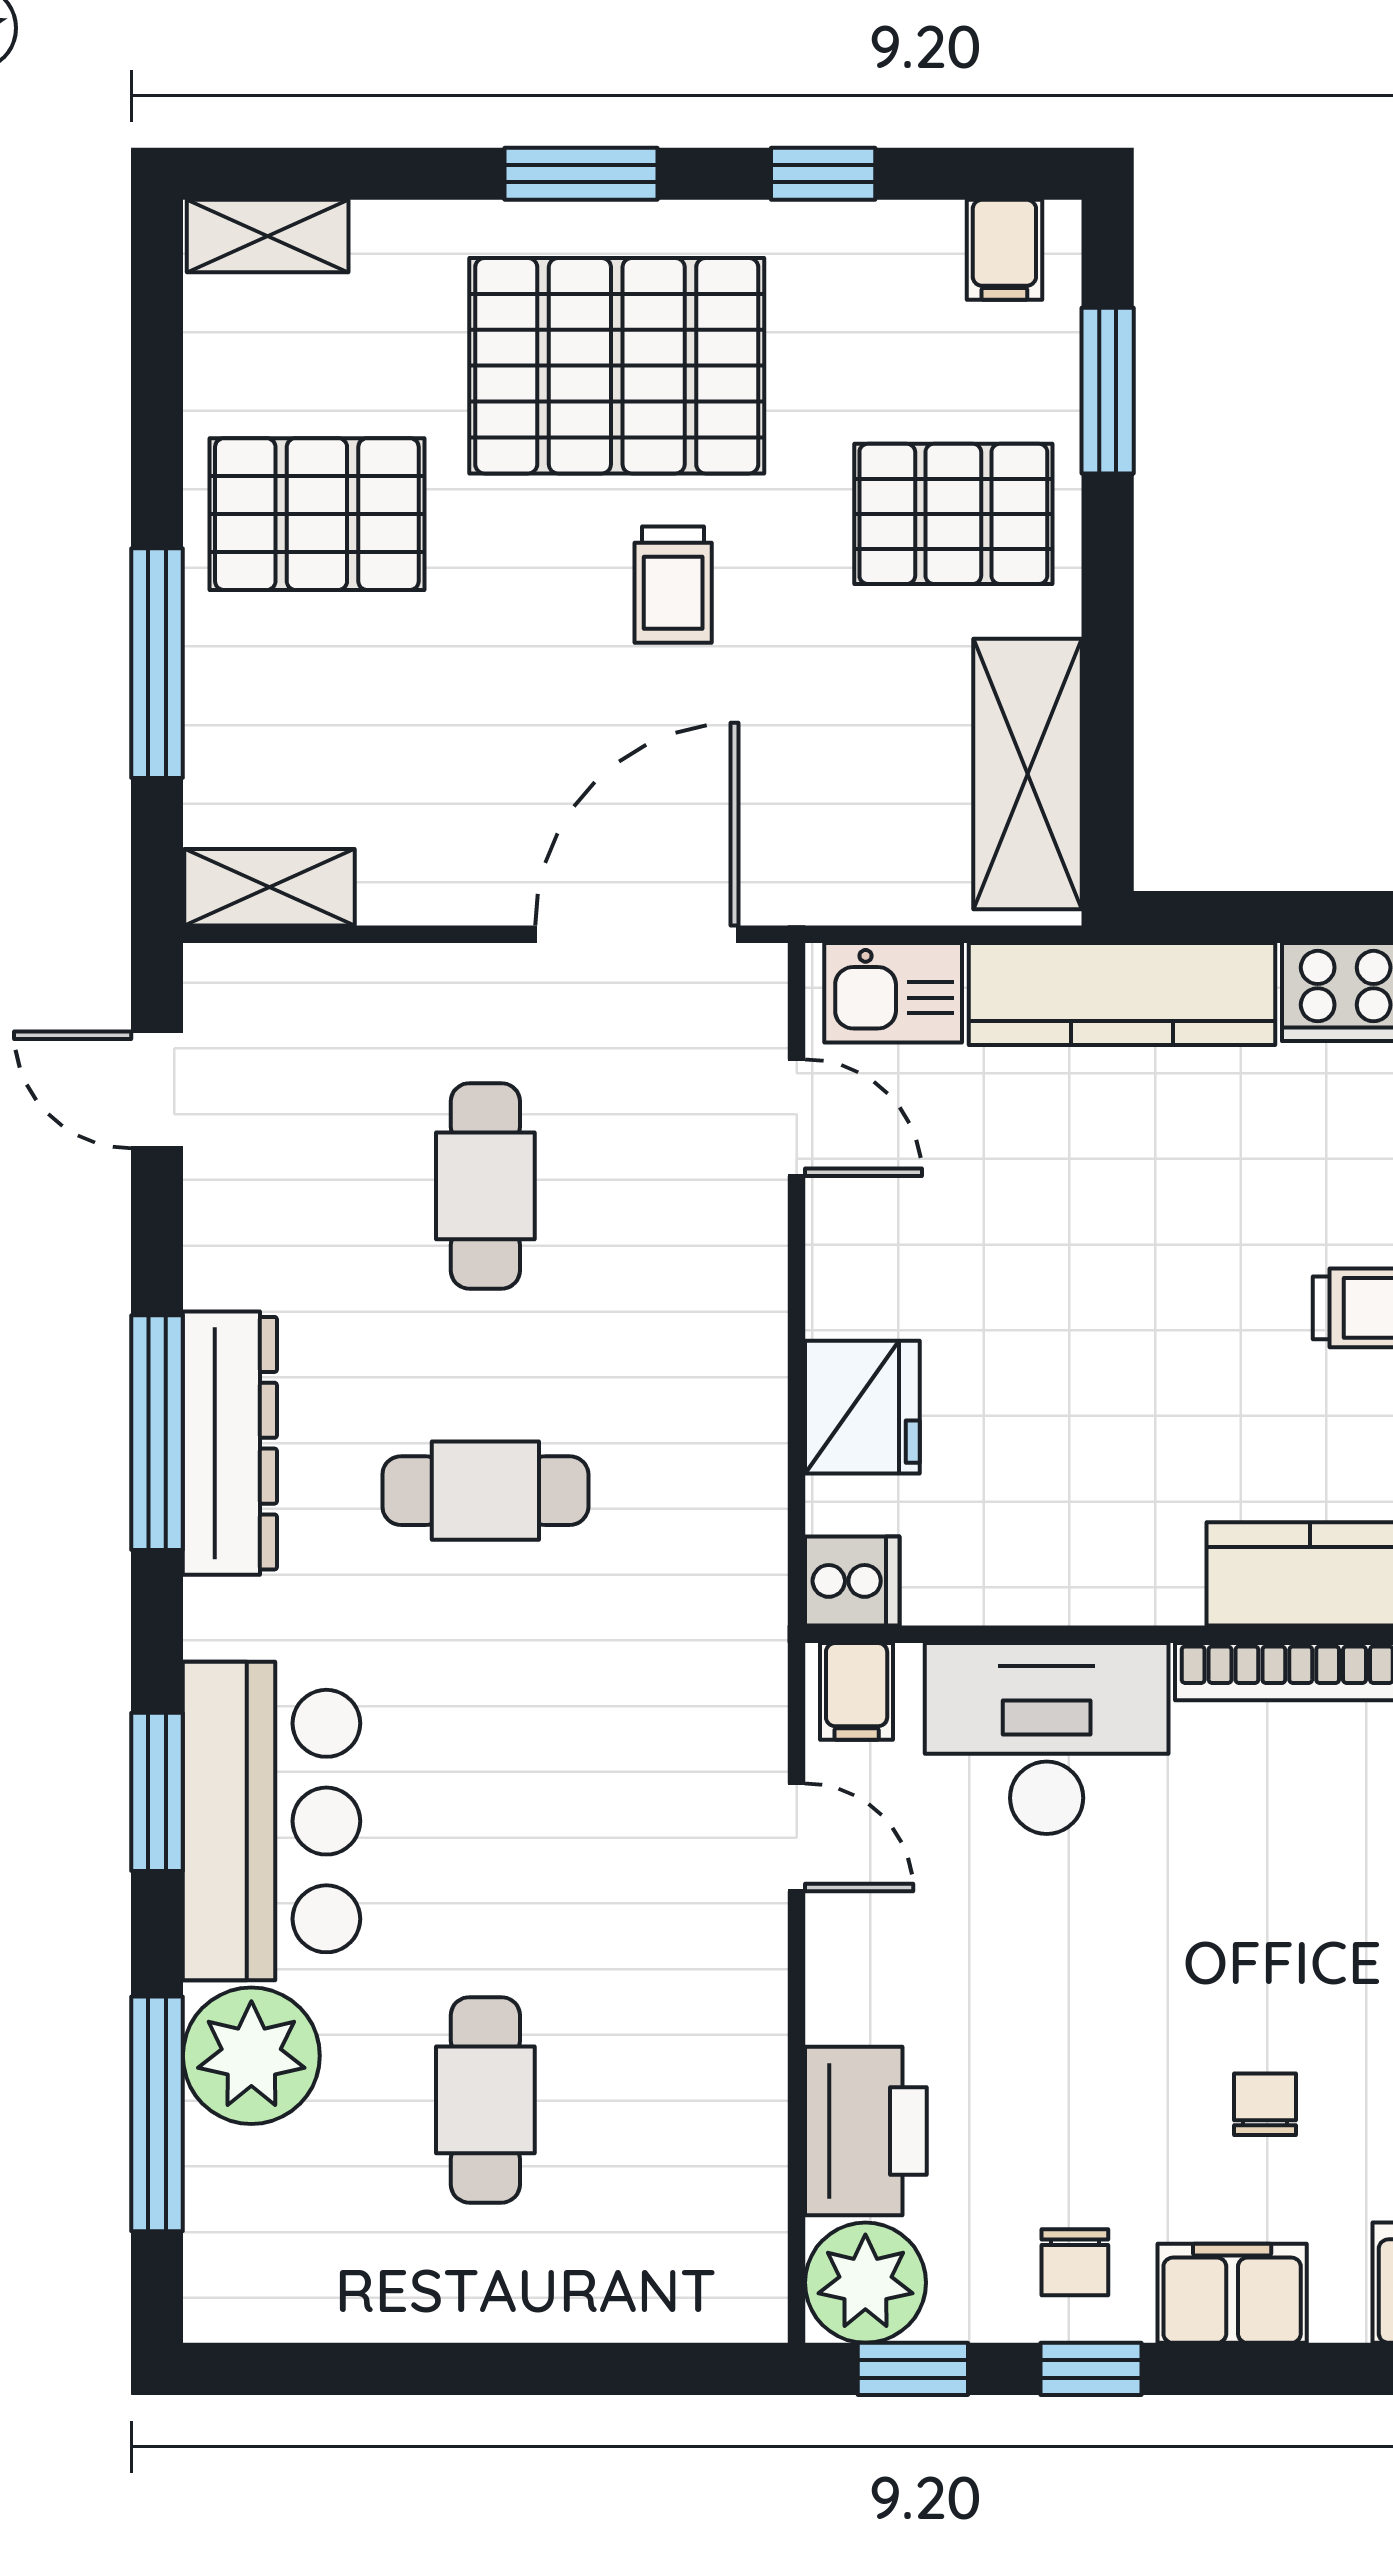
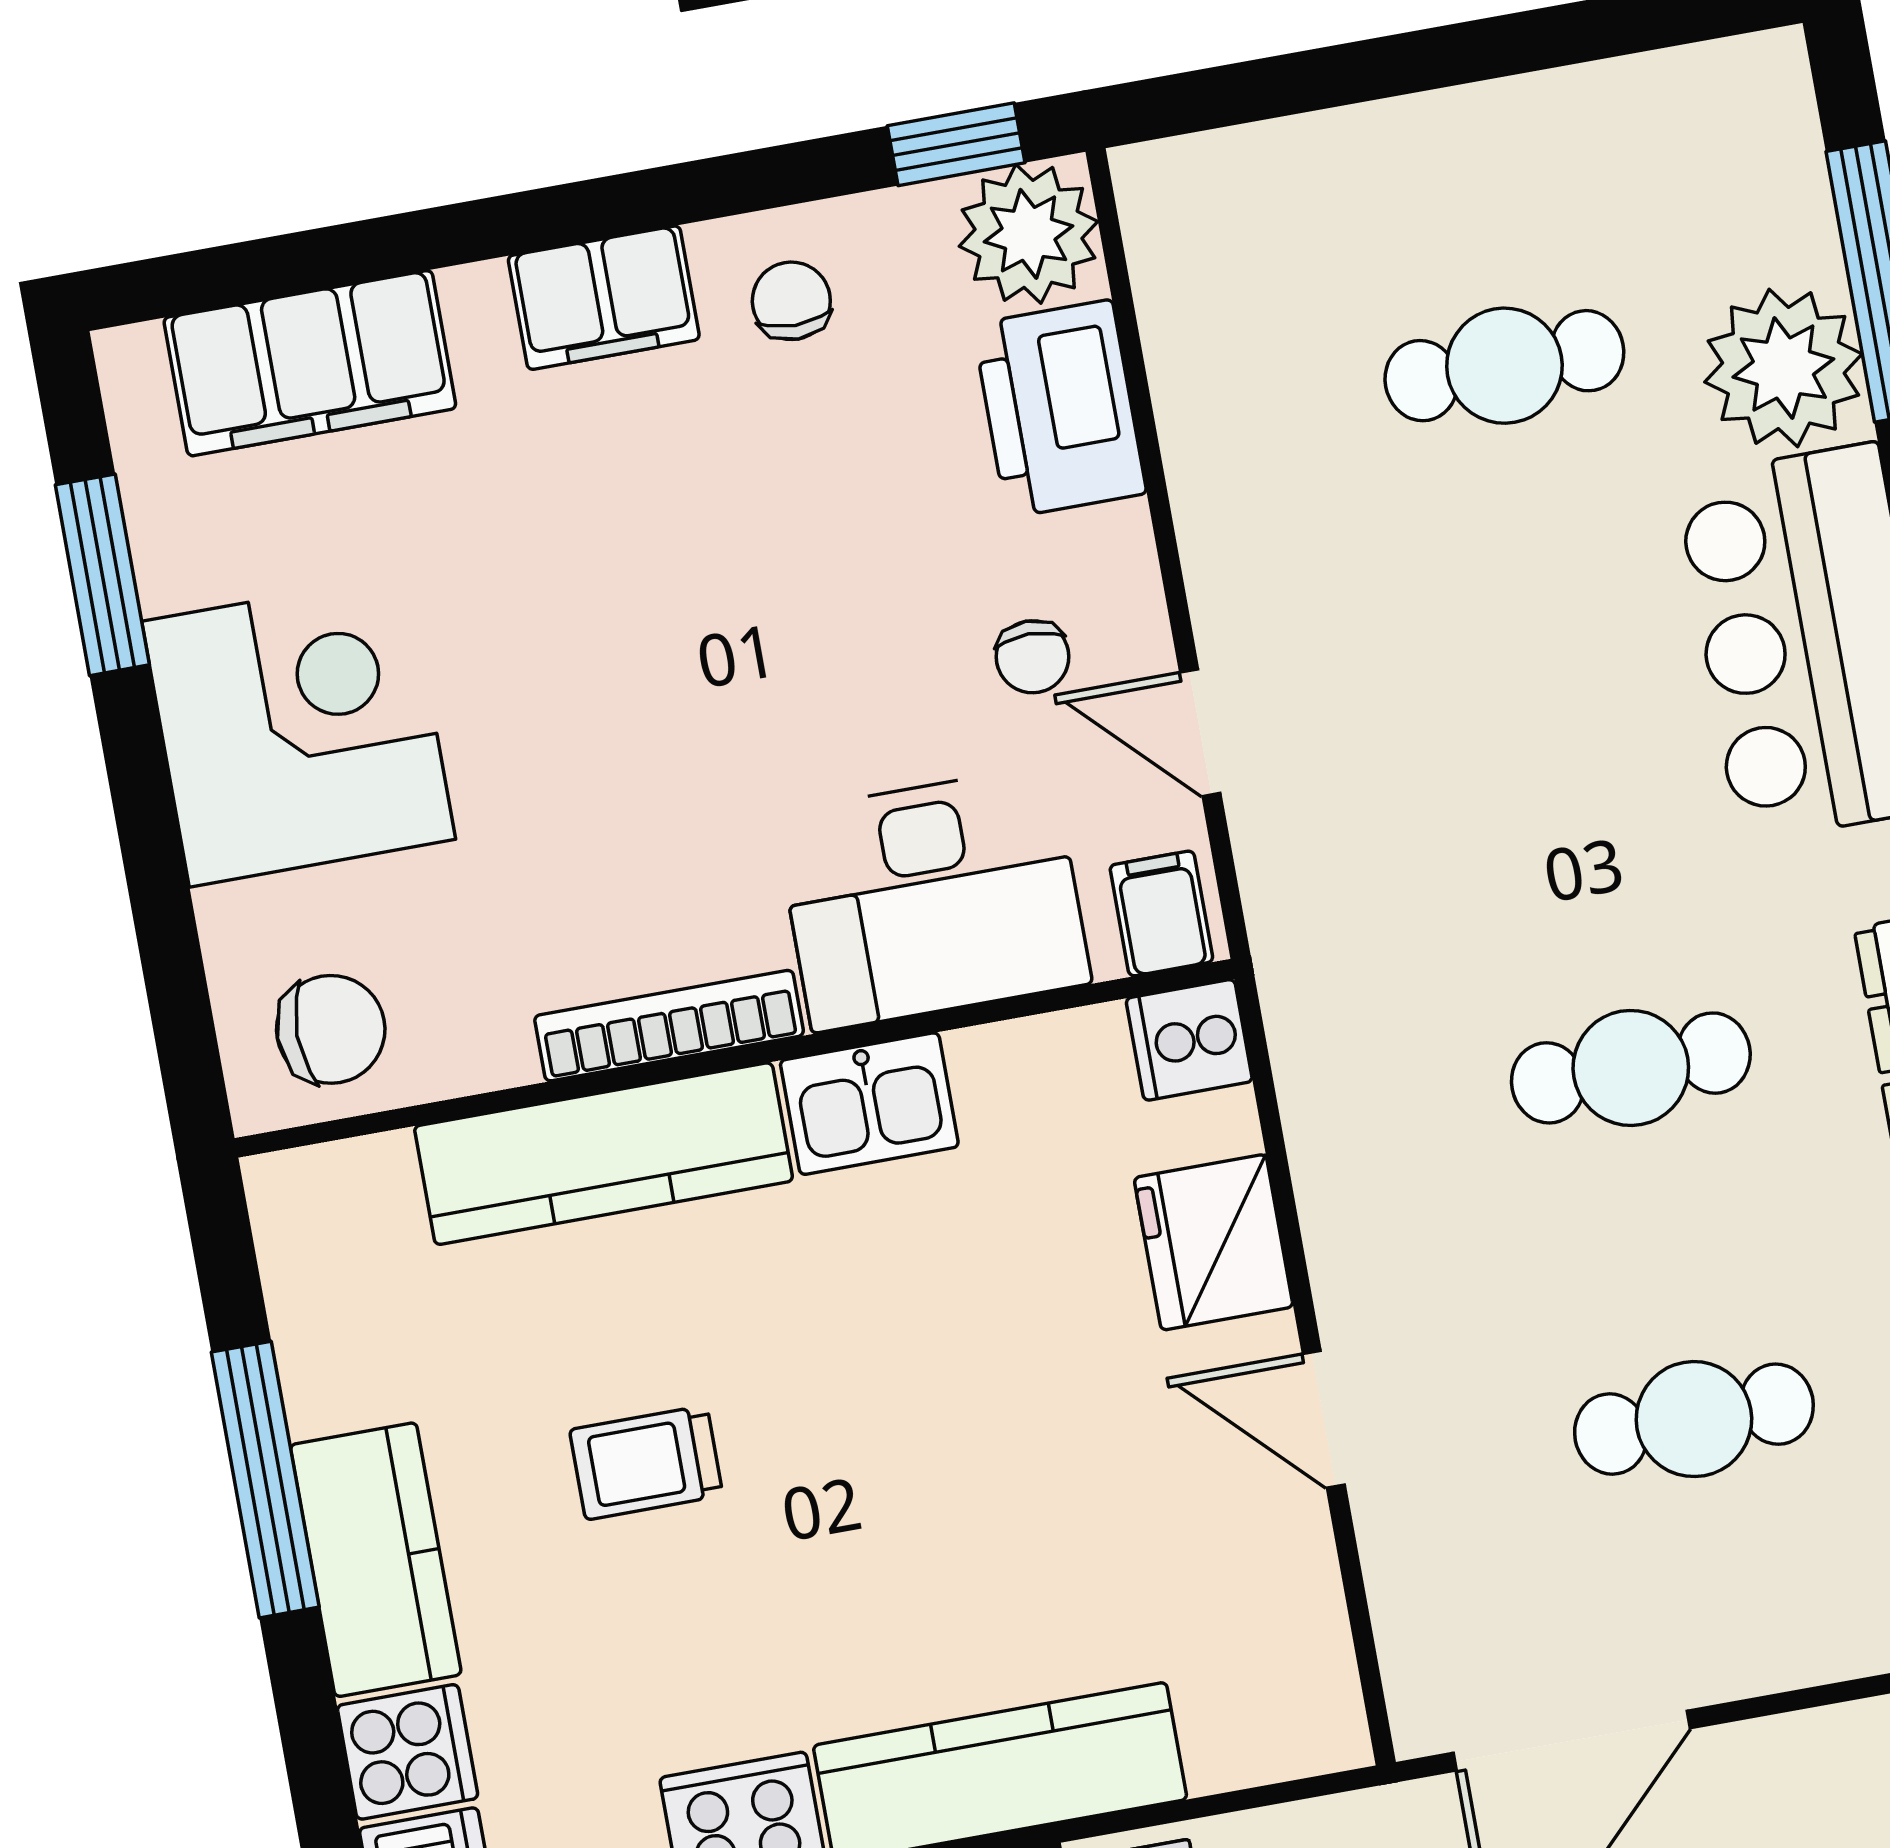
kitchen sink: (893, 993) -> (869, 1104), moved, turned 180
door: (797, 1118) -> (1324, 1419), moved
cafe table: (485, 1186) -> (1694, 1419), turned 90
cafe table: (485, 2100) -> (1504, 366), turned 90
chair: (1265, 2104) -> (1033, 657), moved
window: (1091, 2369) -> (751, 181), removed

